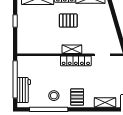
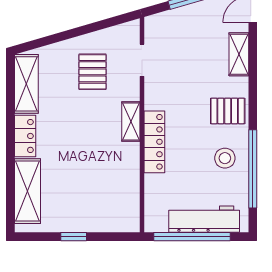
pallet: (68, 21) -> (92, 72), moved
locker: (76, 61) -> (154, 142), moved
workbench: (24, 90) -> (204, 219), width x1.37

